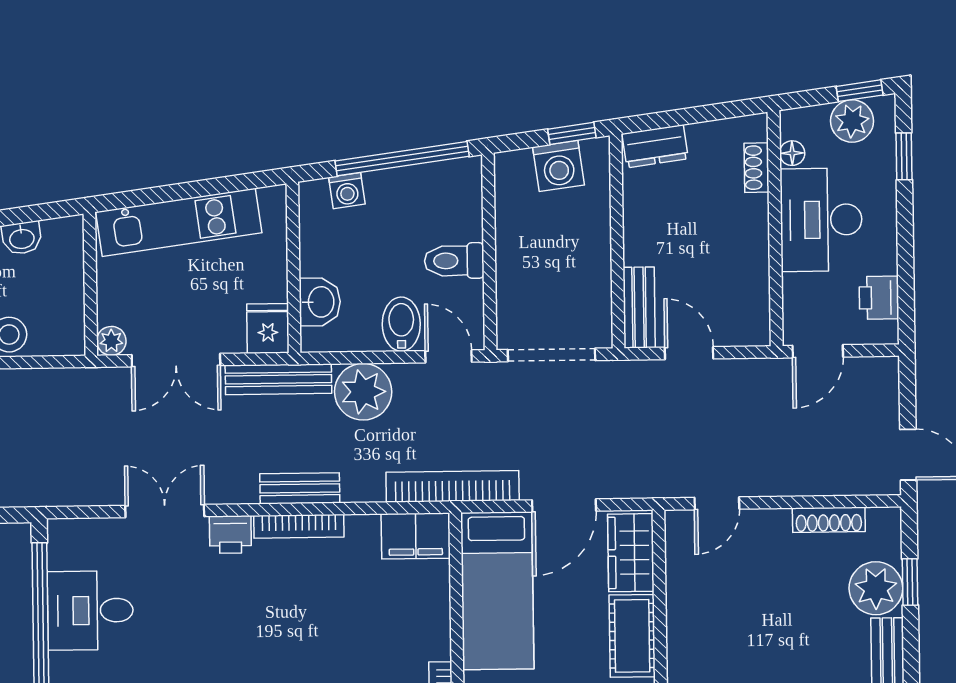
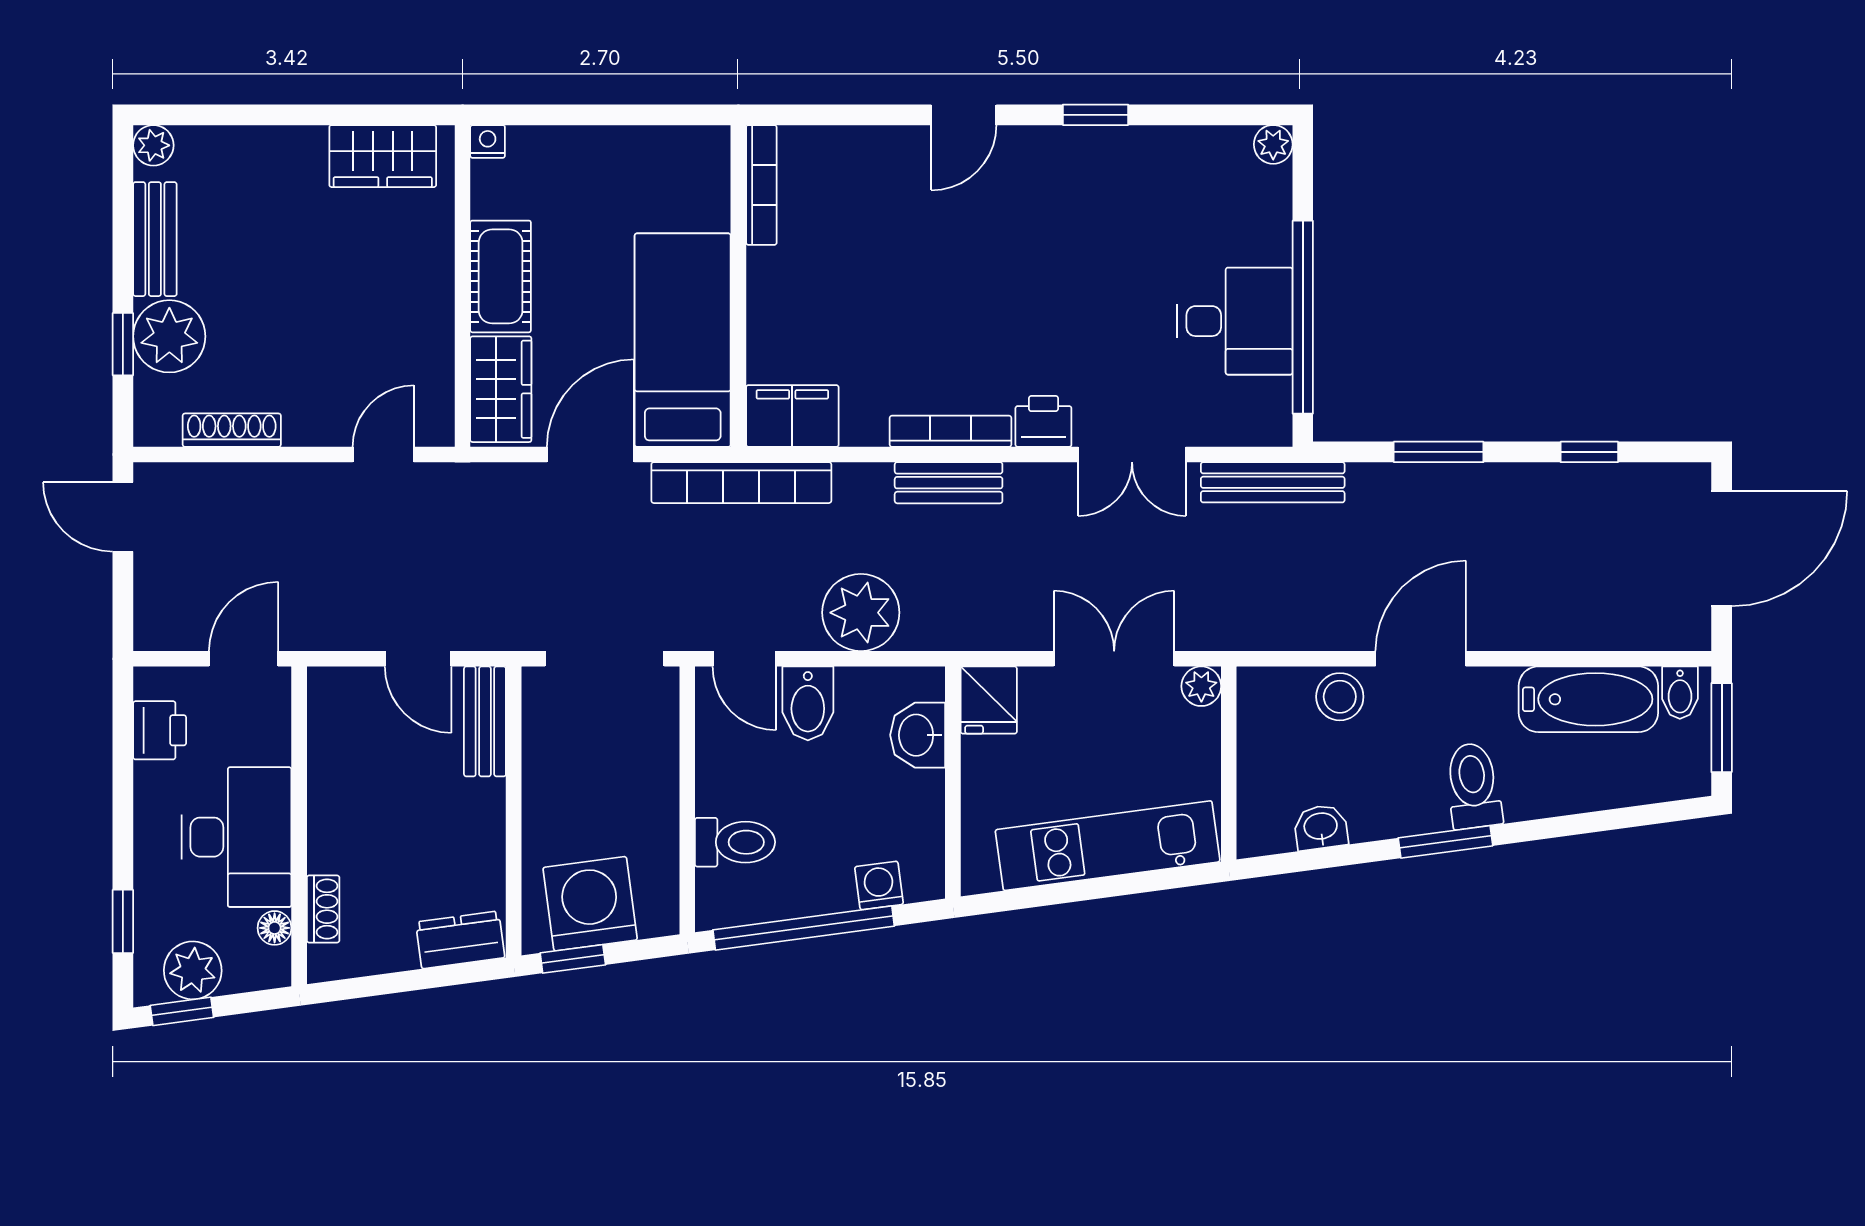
washing machine: (558, 166) -> (590, 904), width x1.37, depth x1.37
toilet: (454, 261) -> (735, 842), moved
bench: (278, 379) -> (1273, 482), moved

